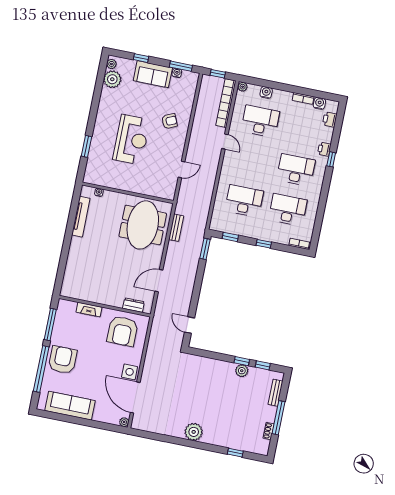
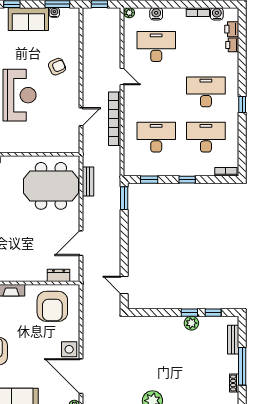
bookcase: (226, 103) -> (115, 119), moved
printer: (324, 149) -> (232, 45), moved
window: (331, 159) -> (242, 105), moved
meeting table: (143, 225) -> (51, 186), turned 90

